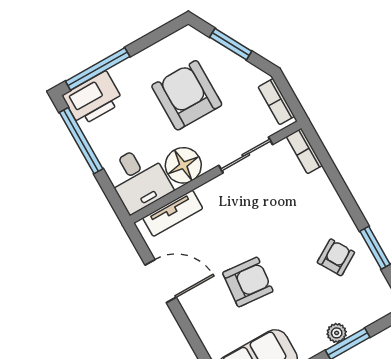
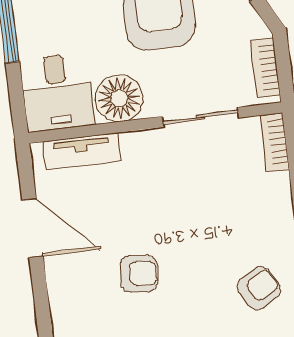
armchair: (248, 282) -> (139, 274), width x0.72, depth x0.72

